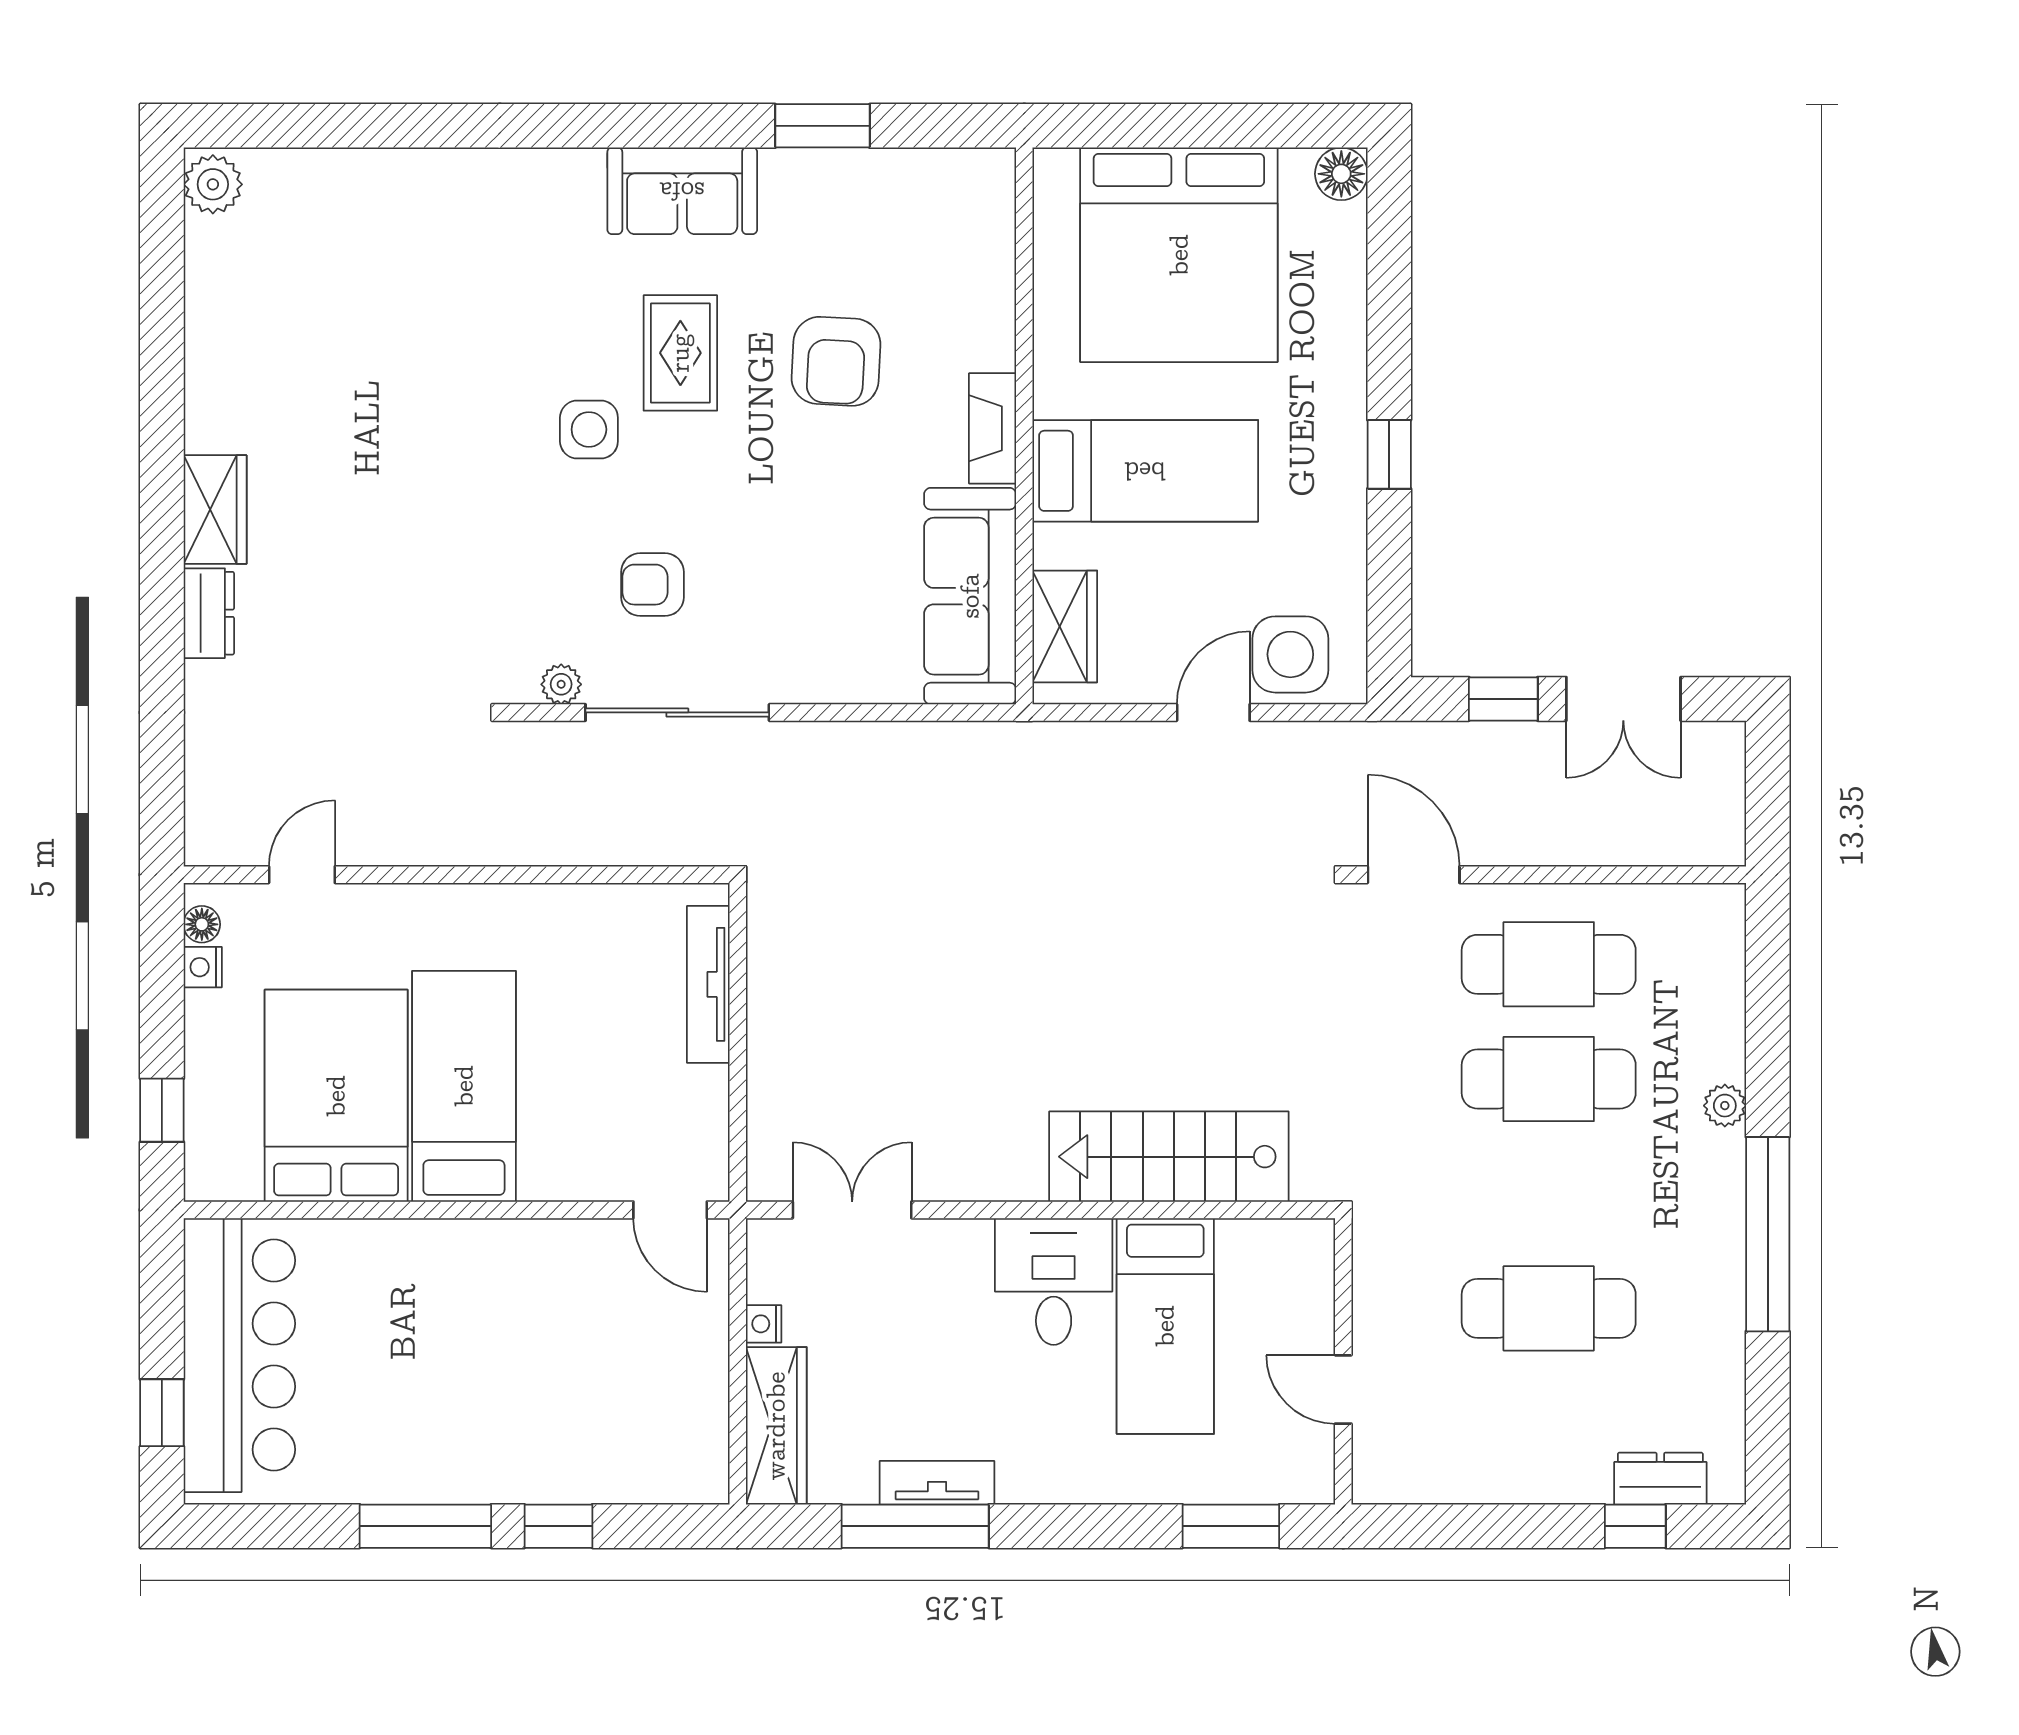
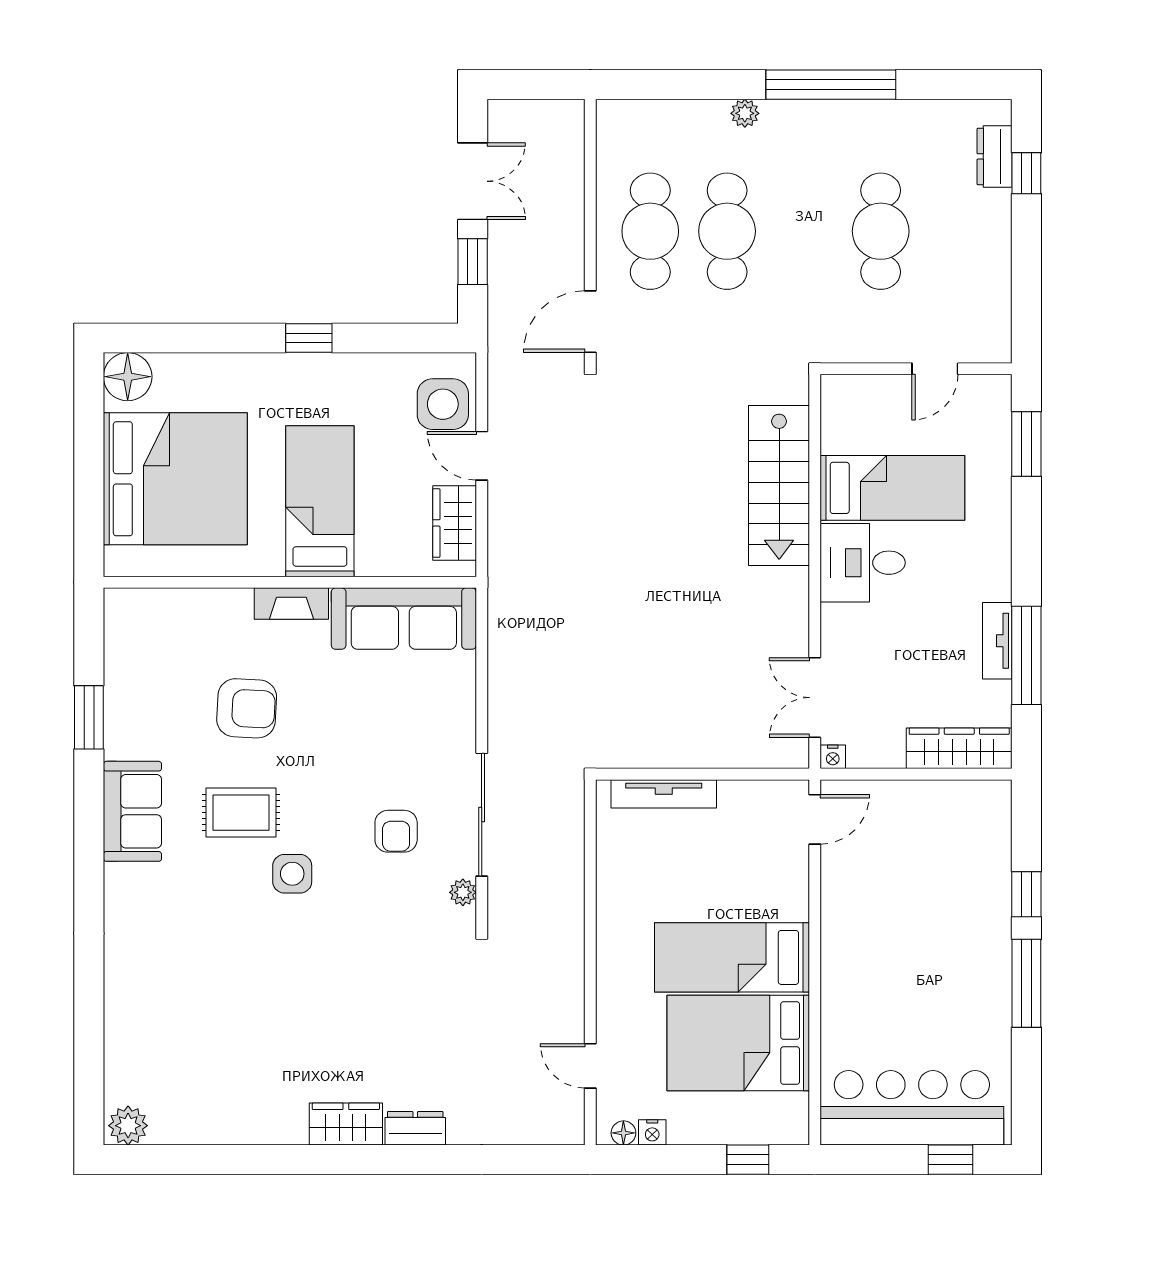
floor lamp: (1341, 174) -> (128, 377), width x1.38, depth x1.38
wardrobe: (1065, 626) -> (455, 523), moved, turned -90
nightstand: (764, 1324) -> (833, 757), moved

